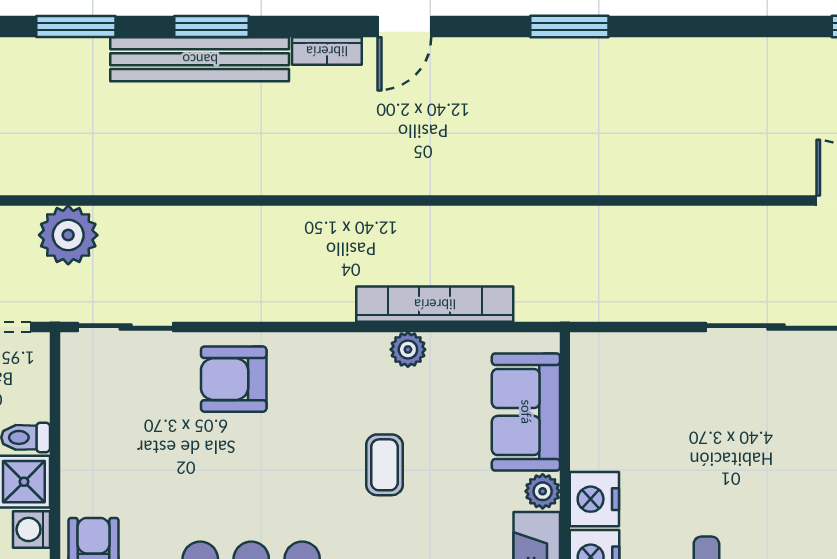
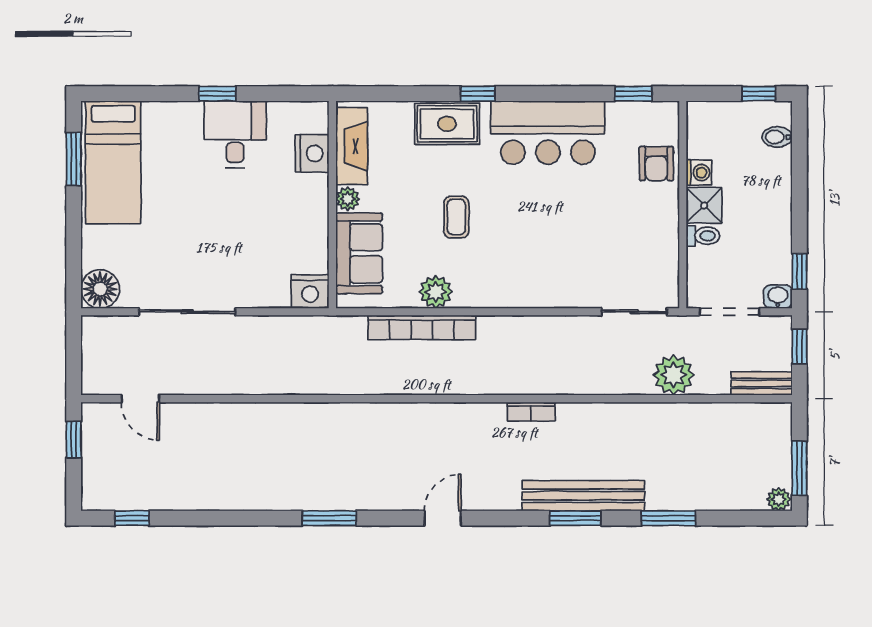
bookcase: (327, 51) -> (531, 412), moved, turned 180
plant: (408, 349) -> (436, 292), width x1.38, depth x1.38
armchair: (234, 379) -> (560, 276), removed
nightstand: (594, 499) -> (310, 291), moved, turned 90

